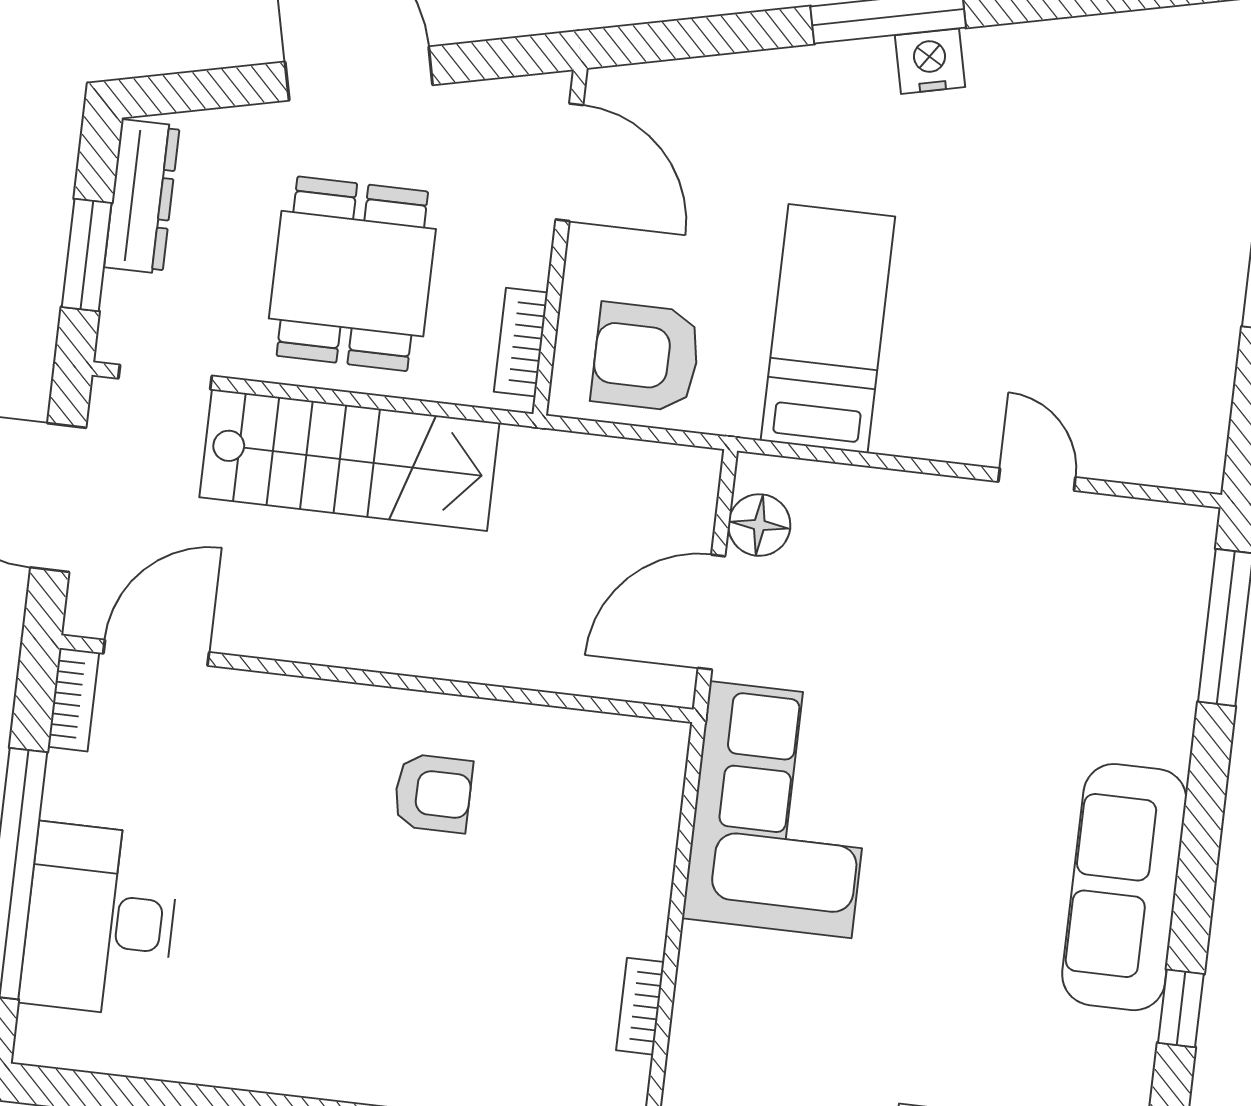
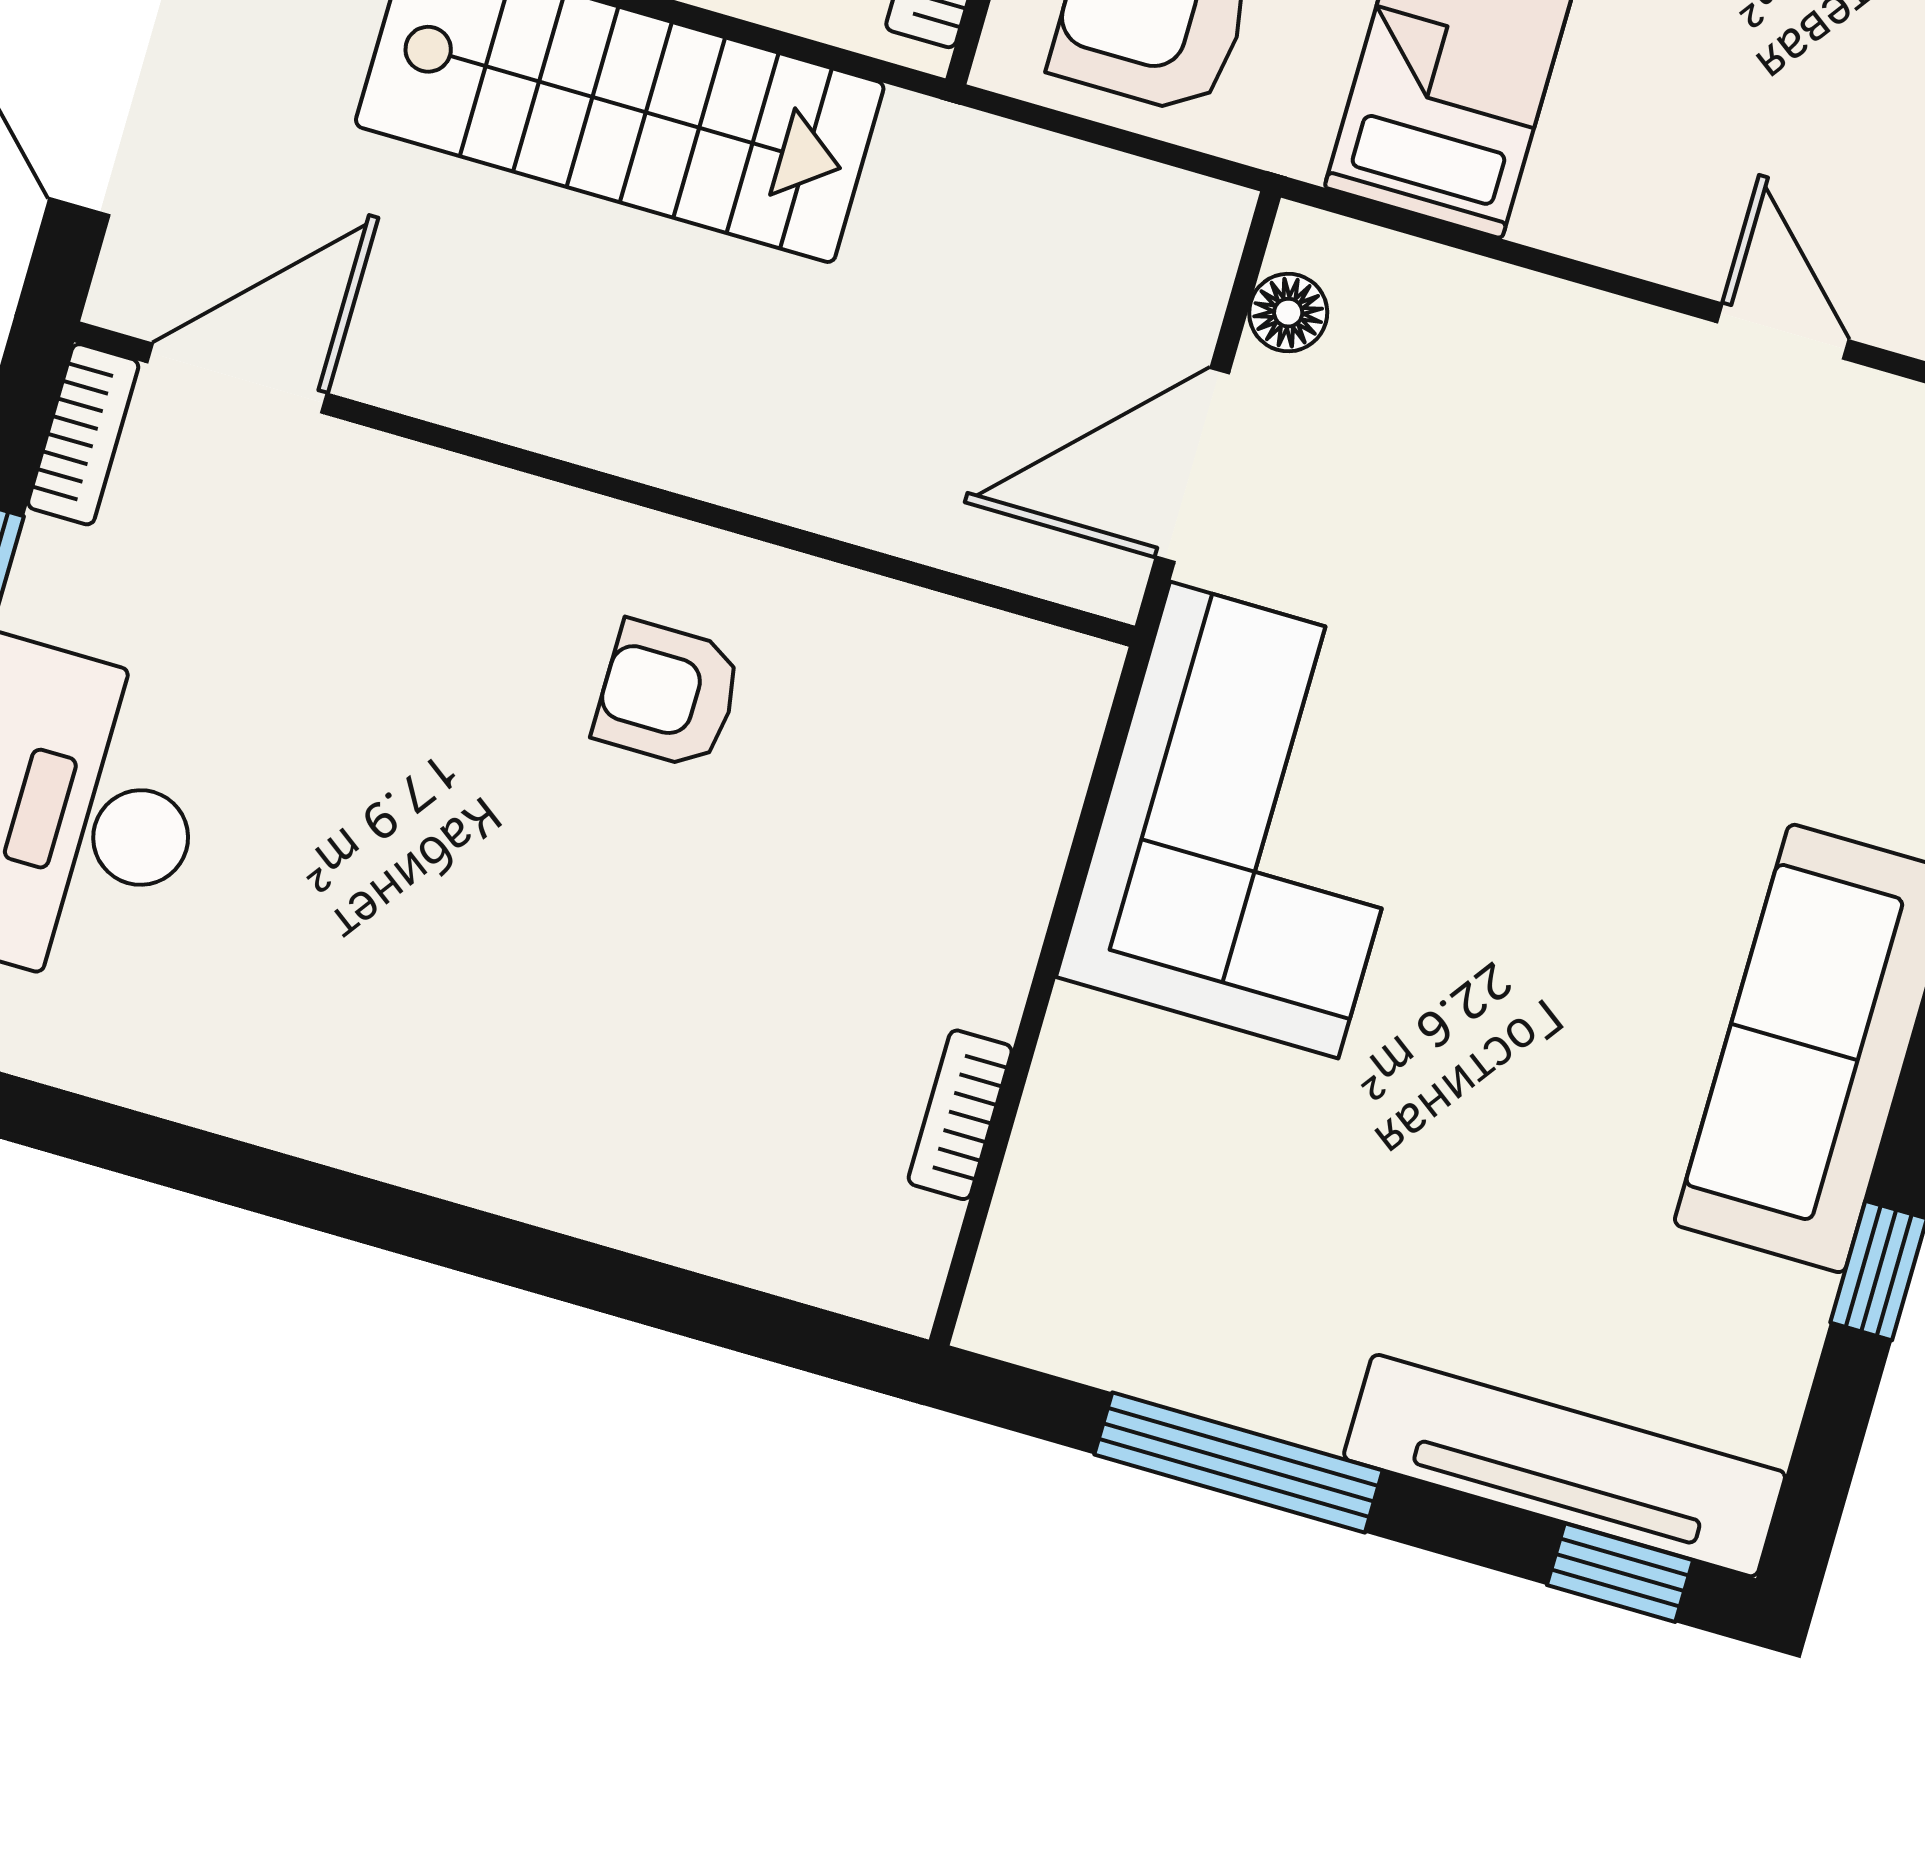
floor lamp: (759, 525) -> (1288, 313), width x0.73, depth x0.73
armchair: (433, 793) -> (668, 695), turned 180

